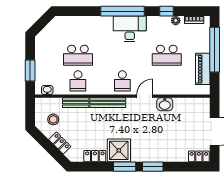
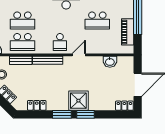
school desk: (78, 81) -> (22, 42), width x1.85
washbasin: (165, 104) -> (110, 62), moved
shower: (119, 150) -> (78, 101), moved

